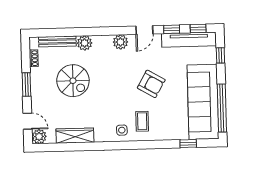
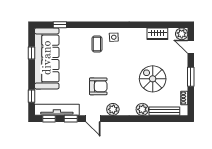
door: (144, 30) -> (93, 119), swing flipped
armchair: (151, 84) -> (98, 86), moved, turned 150
window: (222, 108) -> (31, 53), width x0.32
wardrobe: (75, 136) -> (157, 34), width x0.67

